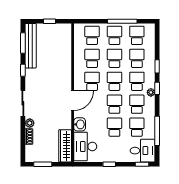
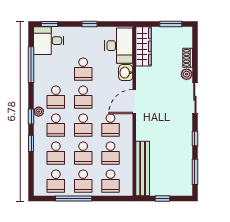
bench: (31, 46) -> (143, 168), moved
school desk: (137, 127) -> (56, 69), removed

